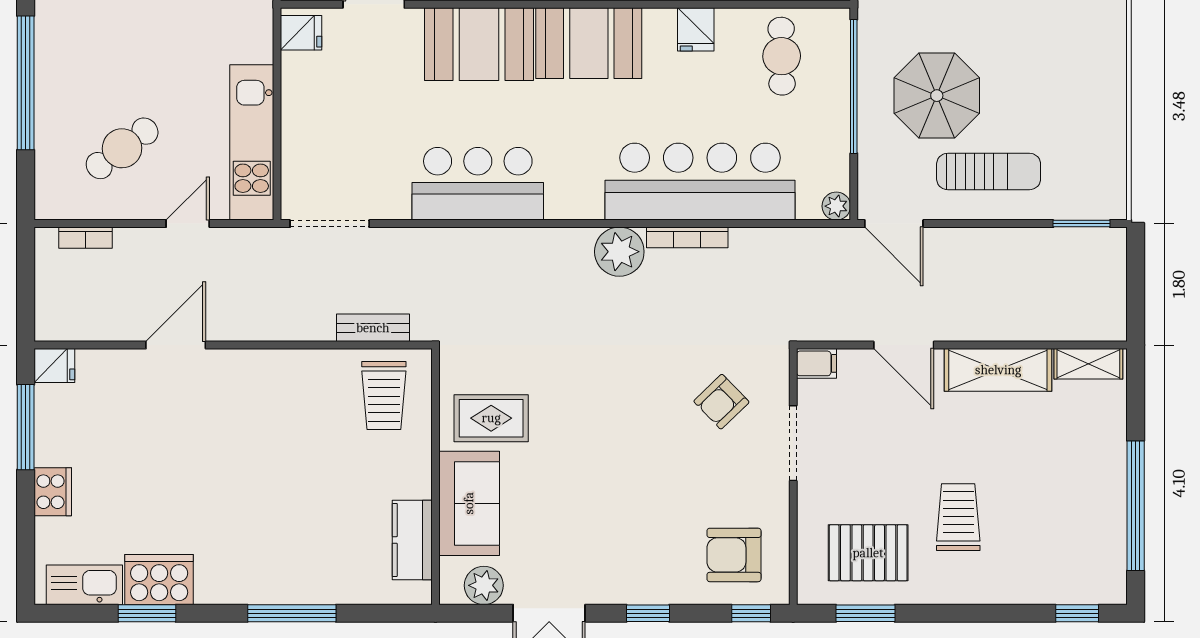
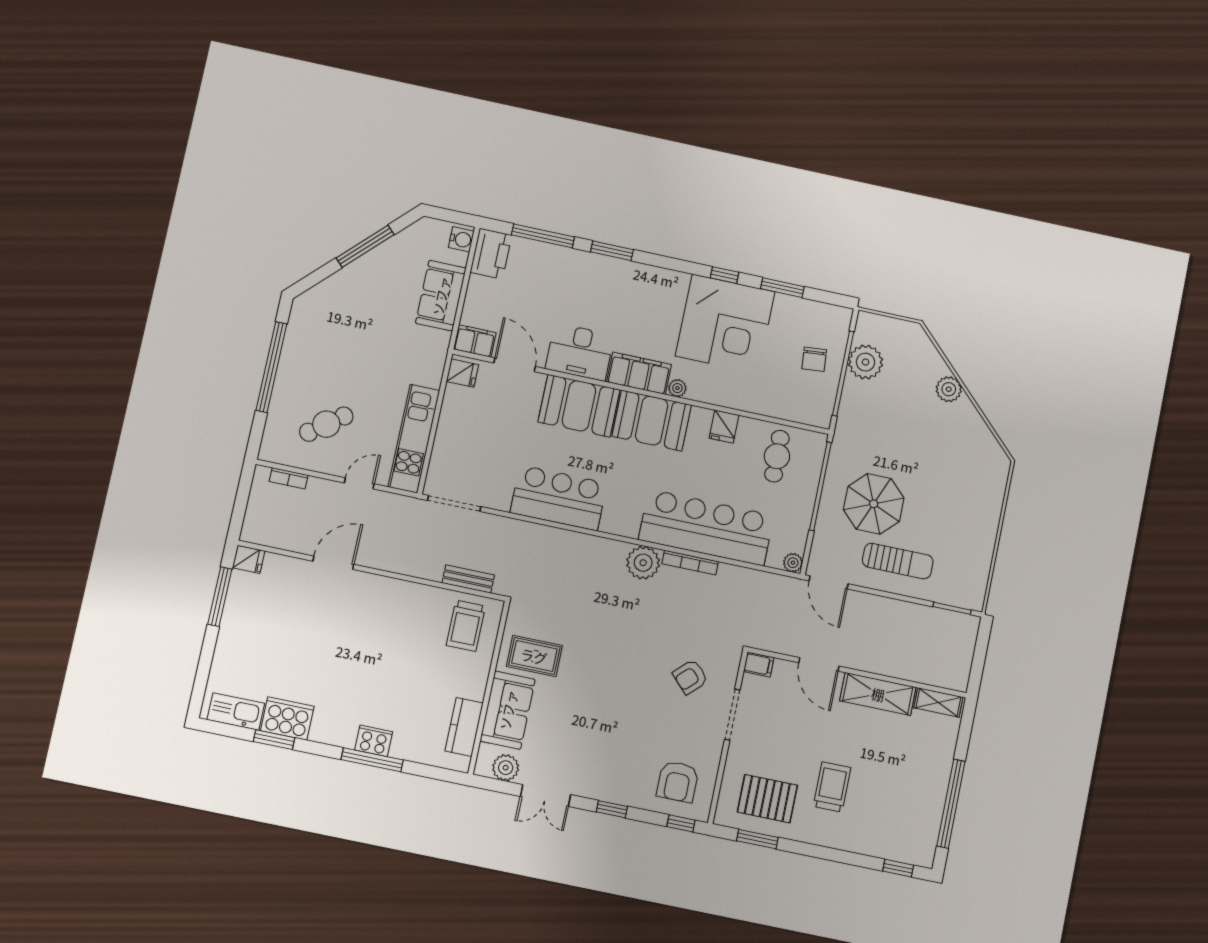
cooker: (53, 492) -> (374, 741), moved, turned -90
armchair: (734, 555) -> (678, 782), turned -90

